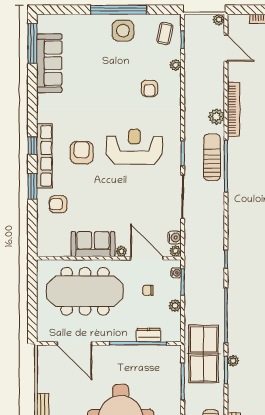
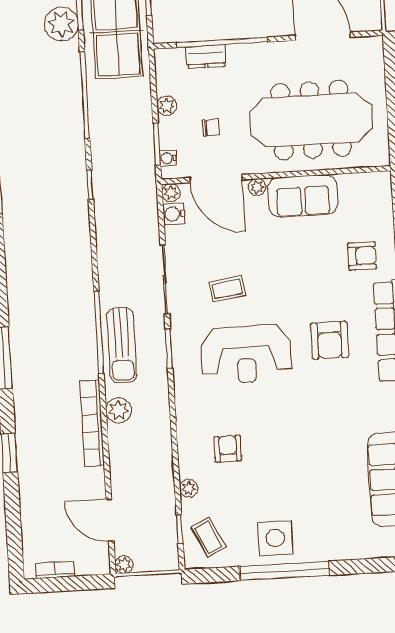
coffee table: (165, 33) -> (208, 537), turned -38
coffee table: (144, 189) -> (227, 289), added
plant: (233, 361) -> (61, 24), width x1.88, depth x1.88

